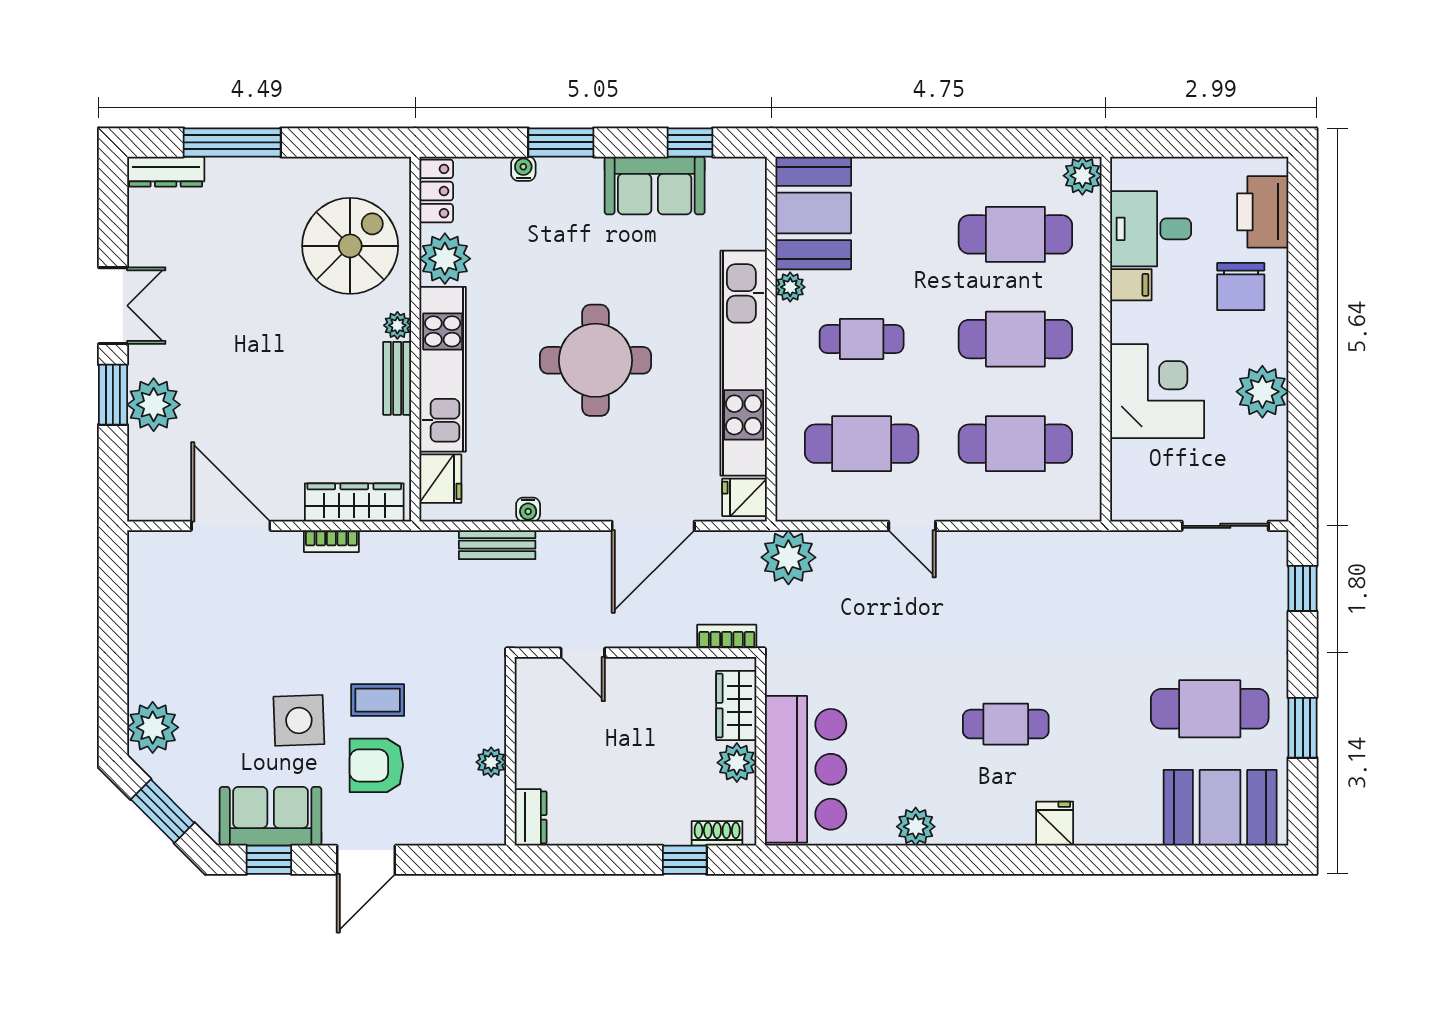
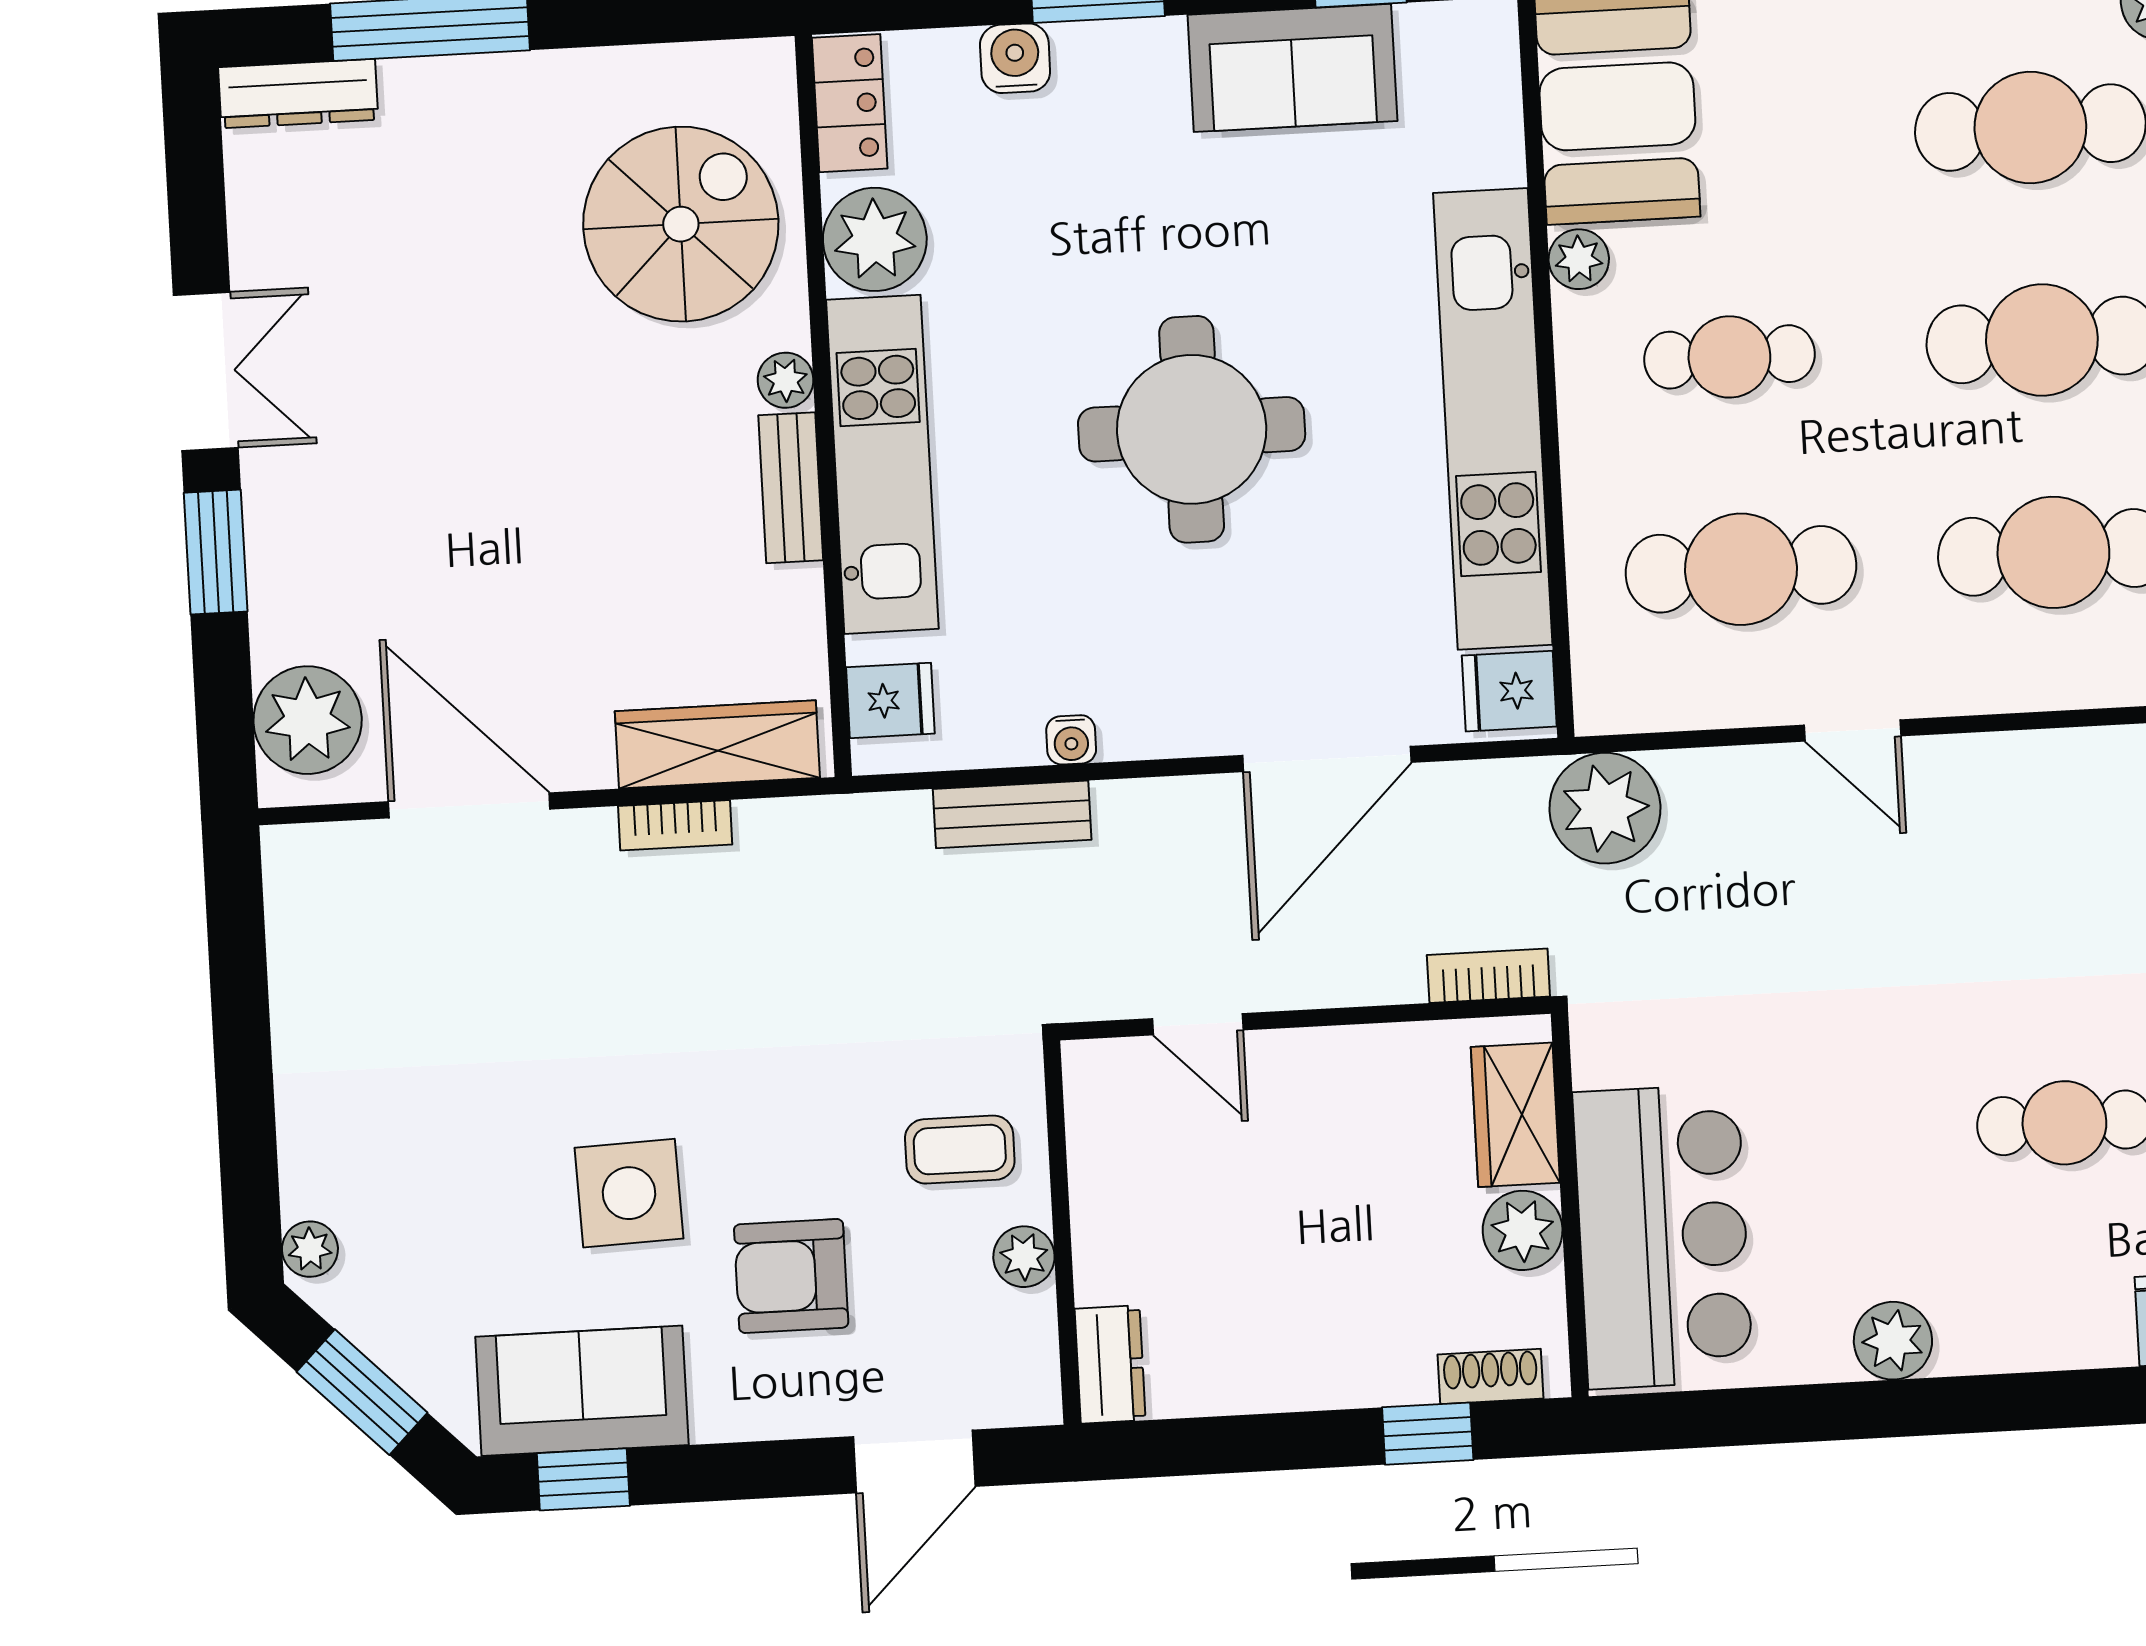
water cooler: (523, 169) -> (1015, 58), width x1.38, depth x1.38
plant: (154, 405) -> (308, 720), moved
fridge: (440, 479) -> (890, 700), width x0.72
coffee table: (378, 700) -> (960, 1150), moved
plant: (153, 727) -> (310, 1249), width x0.53, depth x0.53
door: (366, 860) -> (914, 1462), moved

